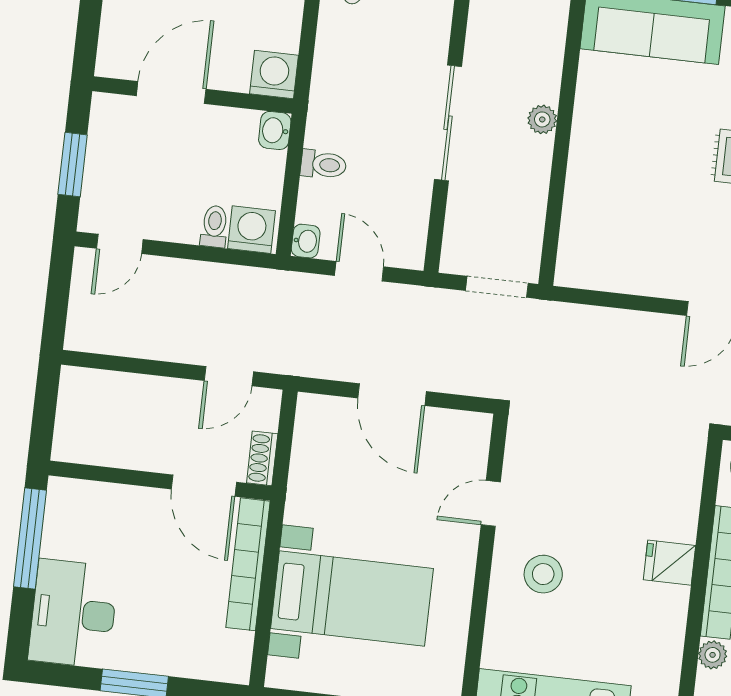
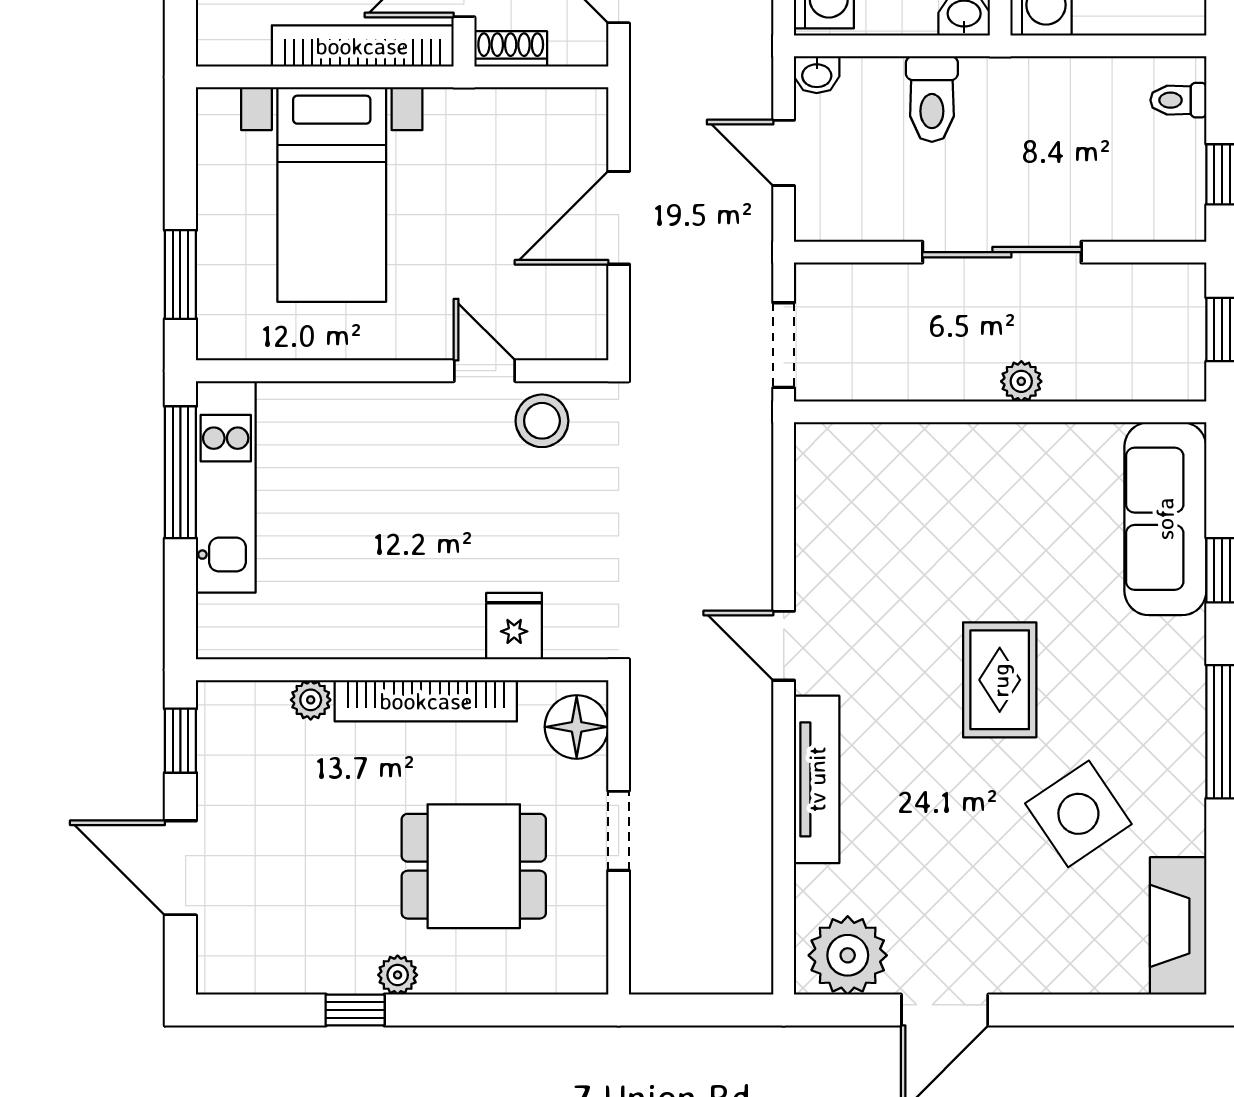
toilet: (323, 165) -> (932, 99), width x1.37, depth x1.39
door: (359, 271) -> (784, 153), swing flipped
fridge: (669, 563) -> (514, 626), moved
stool: (543, 574) -> (542, 421), moved

